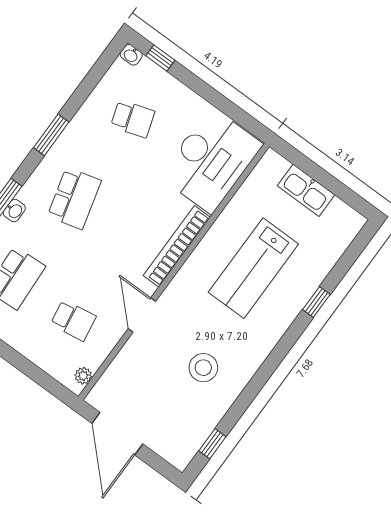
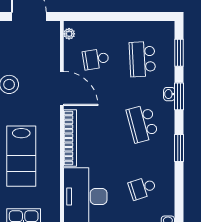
lab bench: (253, 268) -> (21, 156), turned 180
door: (142, 315) -> (62, 88), width x1.36

